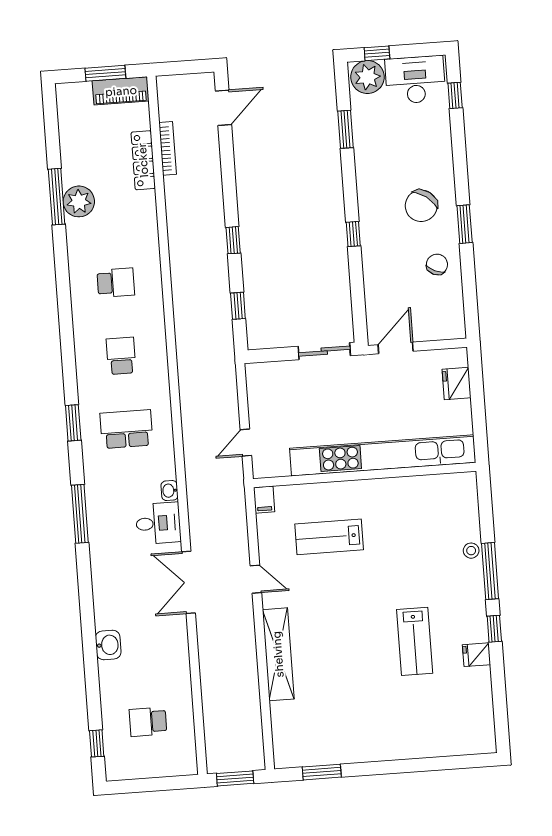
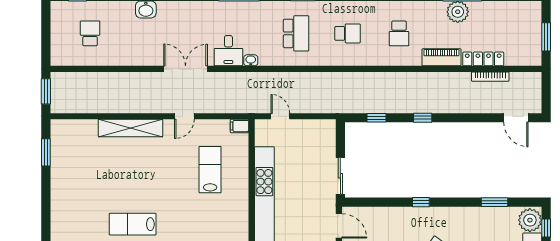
piano: (121, 91) -> (441, 57), moved, turned 90

